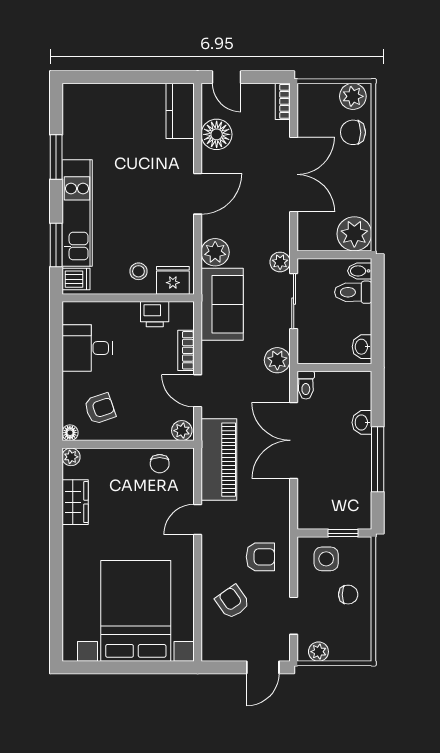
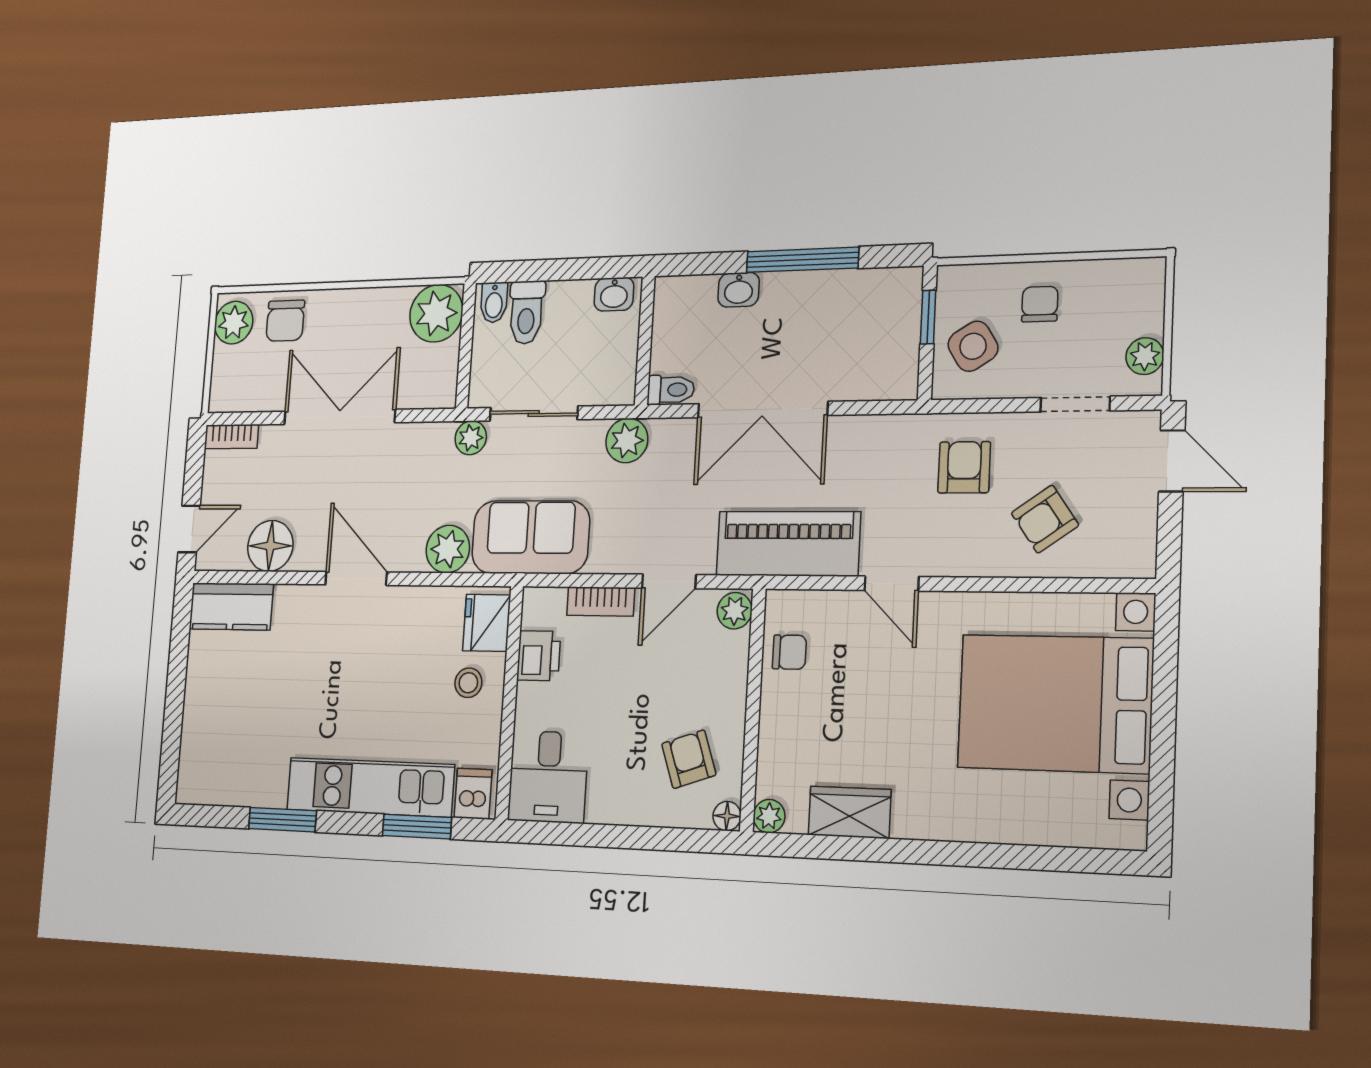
desk: (87, 348) -> (548, 777), moved
side table: (326, 559) -> (973, 346), turned -32

